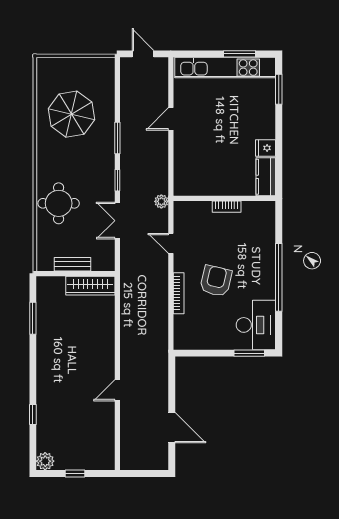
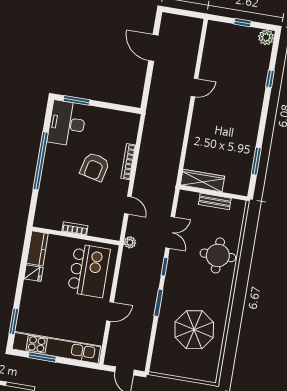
kitchen island: (203, 161) -> (89, 271), added

